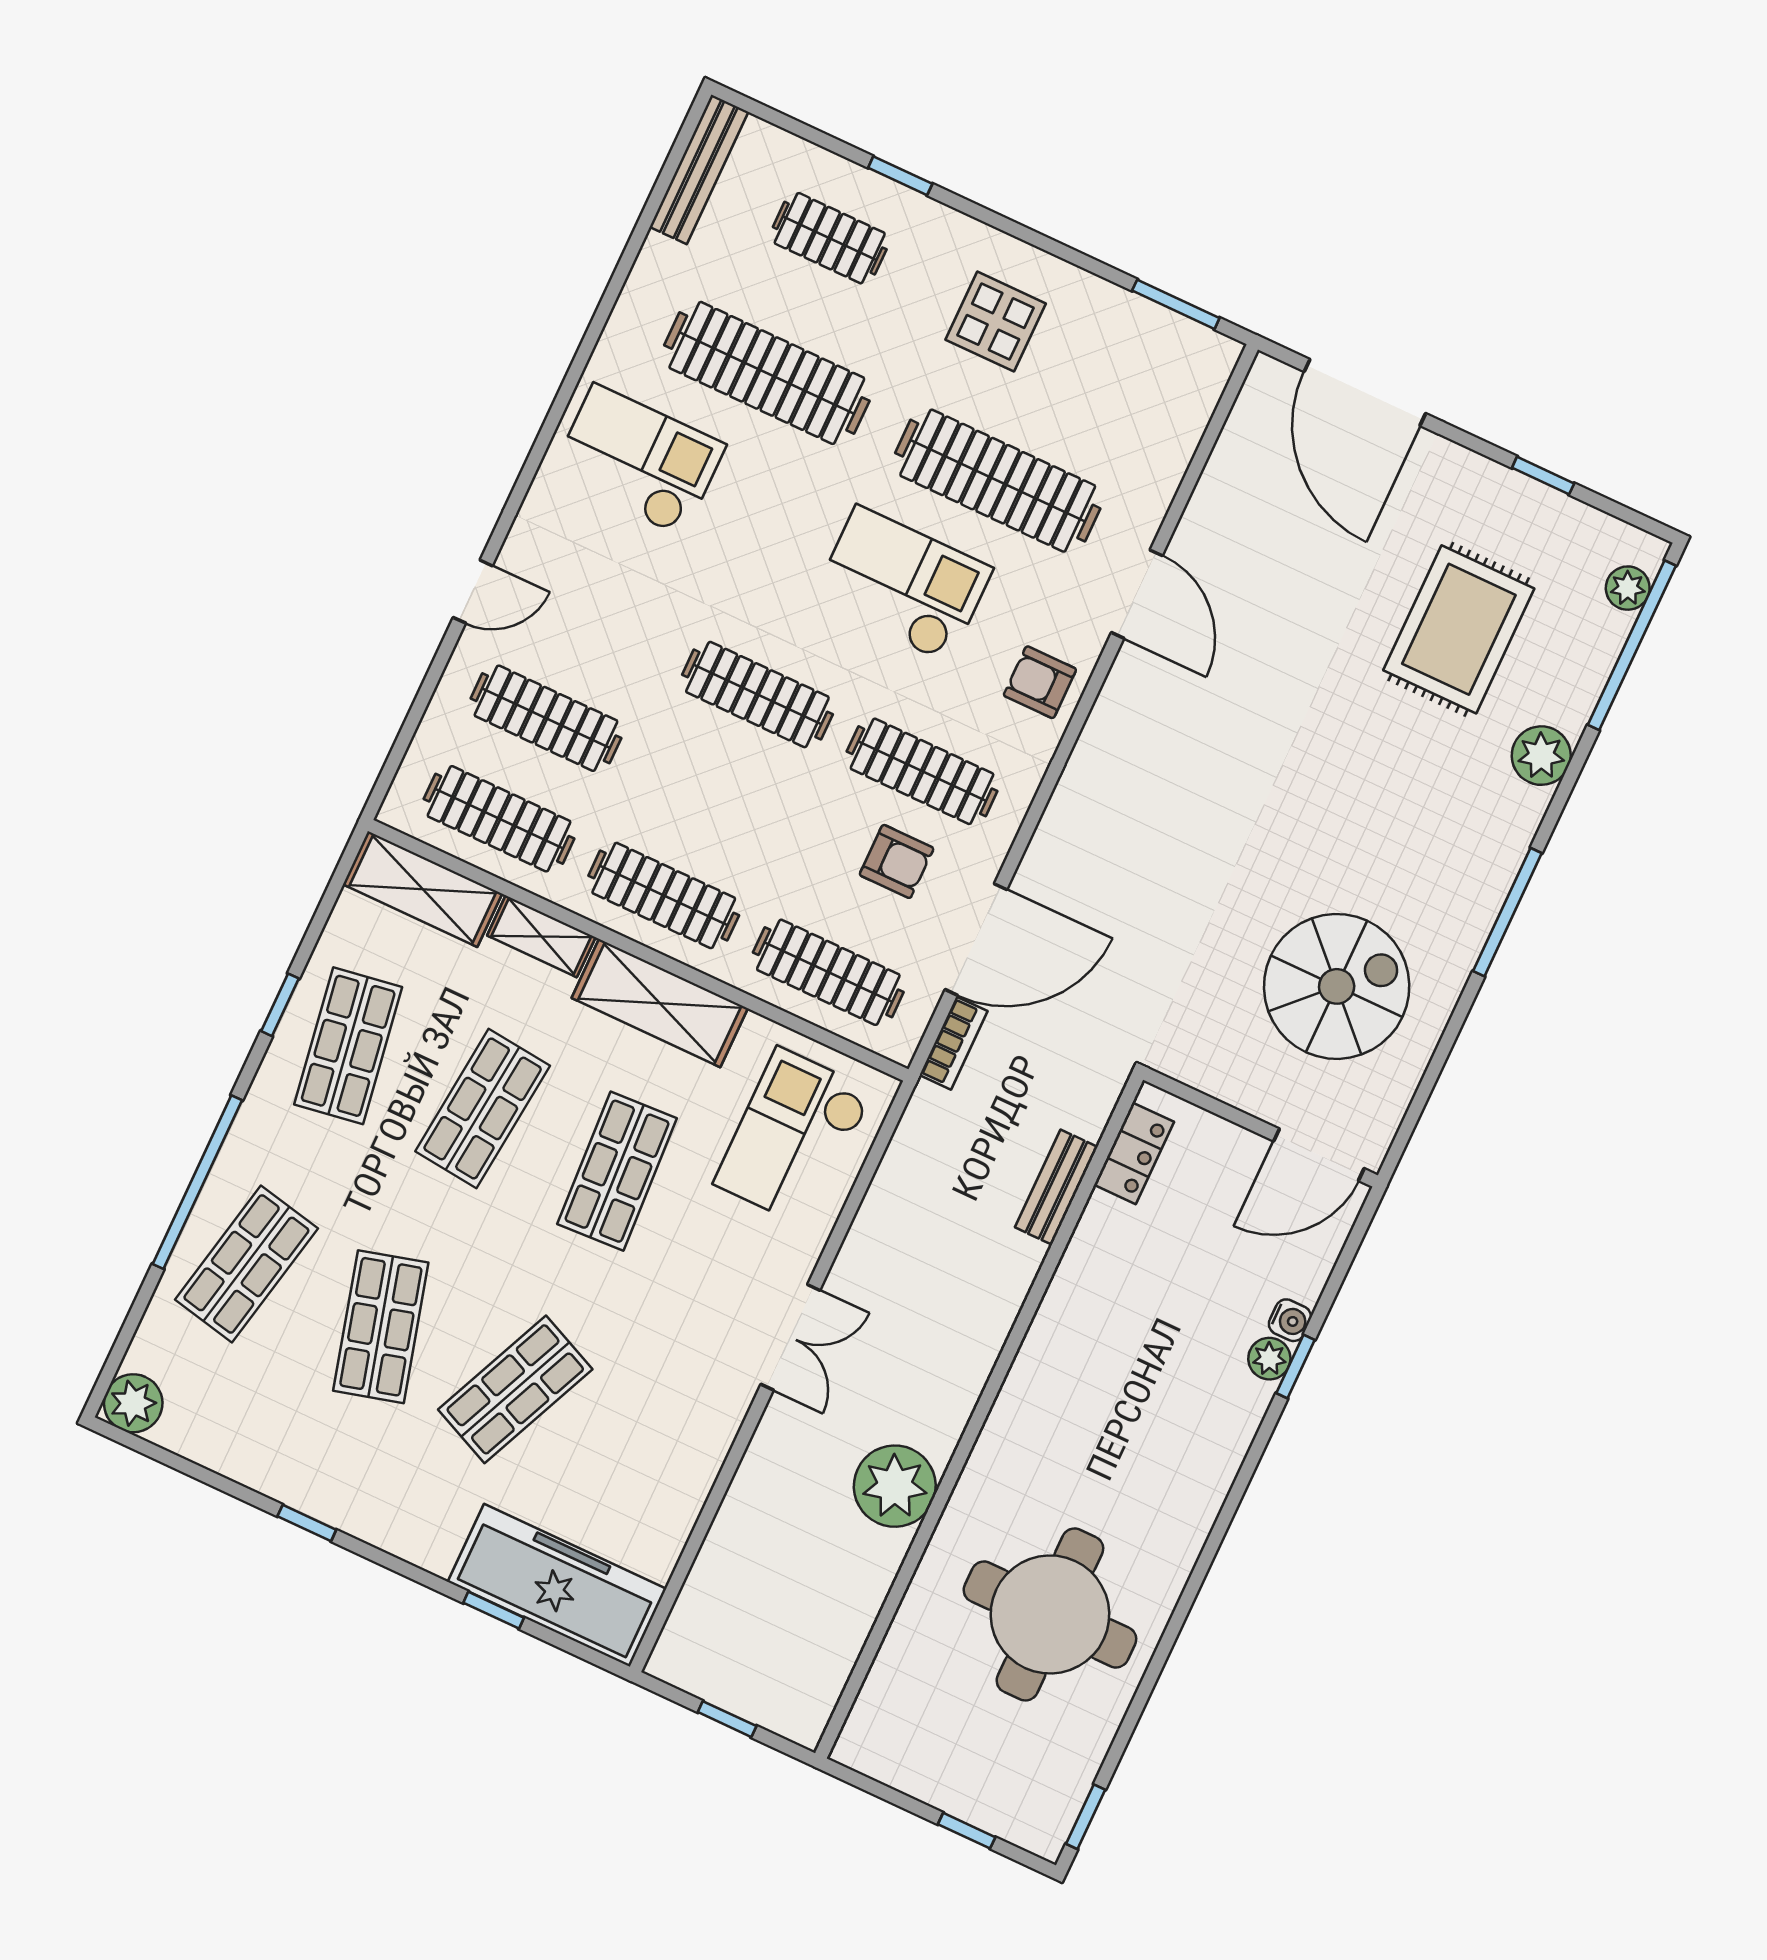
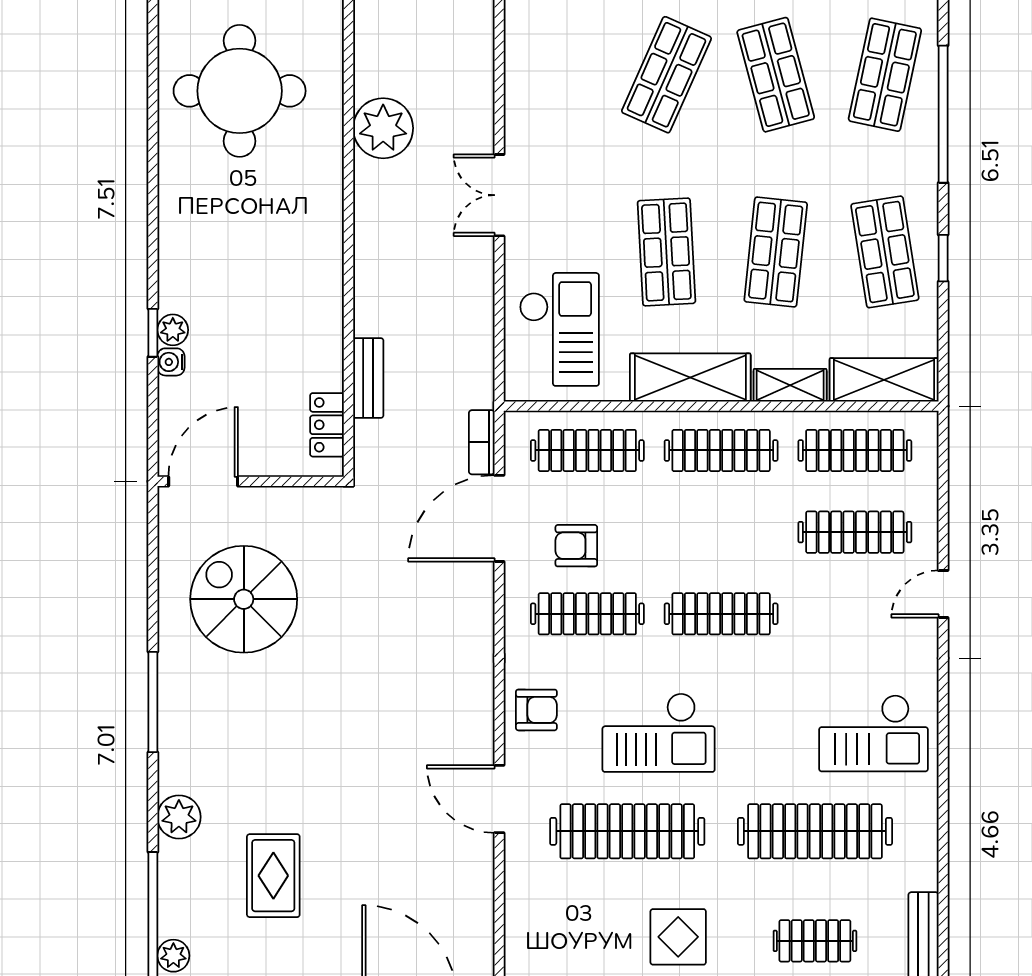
rug: (1459, 629) -> (273, 876), width x0.73, depth x0.70
spiral stairs: (1337, 986) -> (244, 599), turned 90

